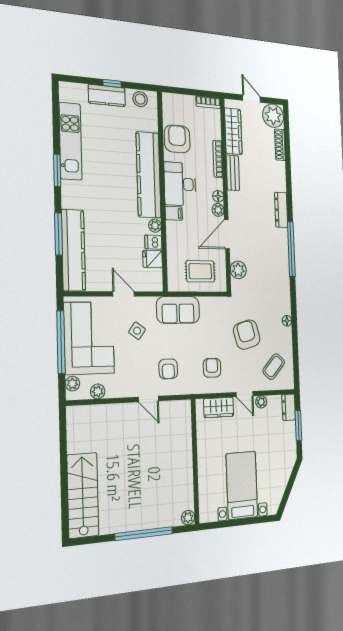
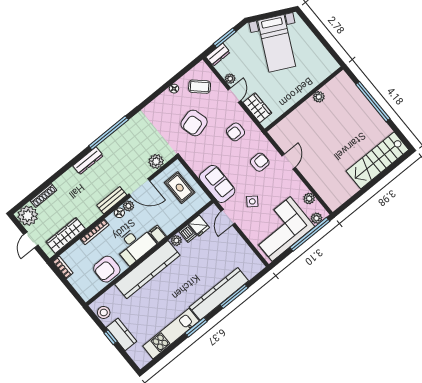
bench: (233, 173) -> (112, 200), moved
kitchen counter: (73, 250) -> (219, 294), moved
door: (124, 294) -> (228, 217), moved
floor lamp: (287, 321) -> (174, 89), moved
window: (61, 342) -> (310, 234), moved
bed with nightstands: (242, 485) -> (277, 43), moved, turned -63
plant: (188, 518) -> (319, 97), moved

